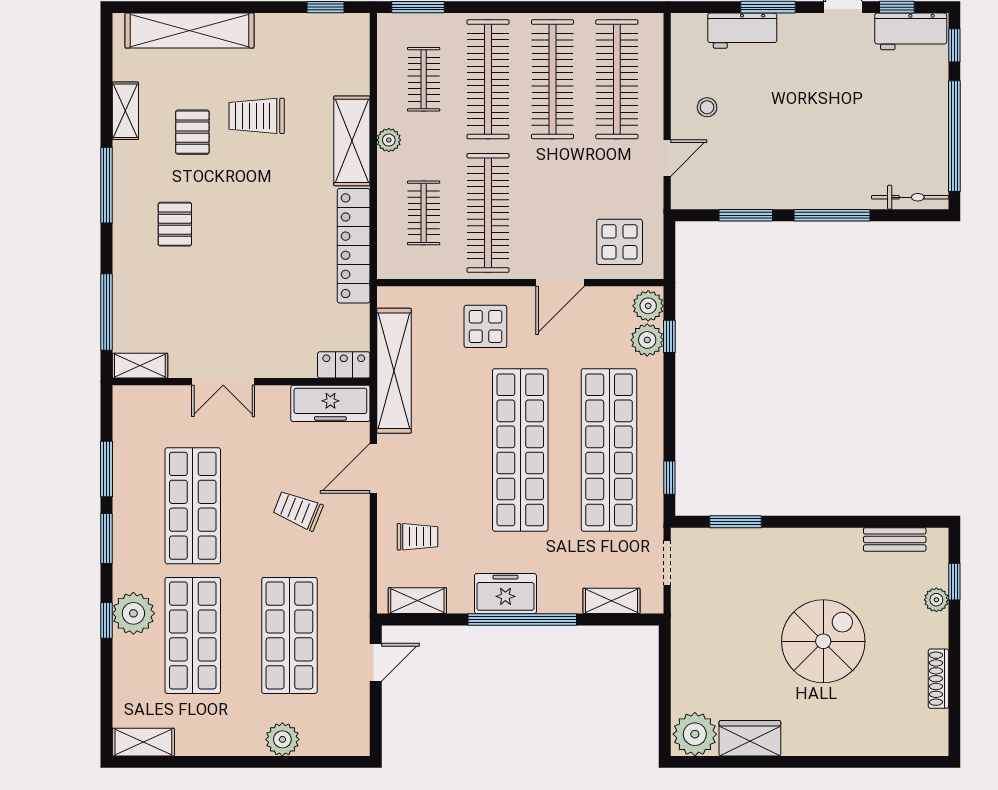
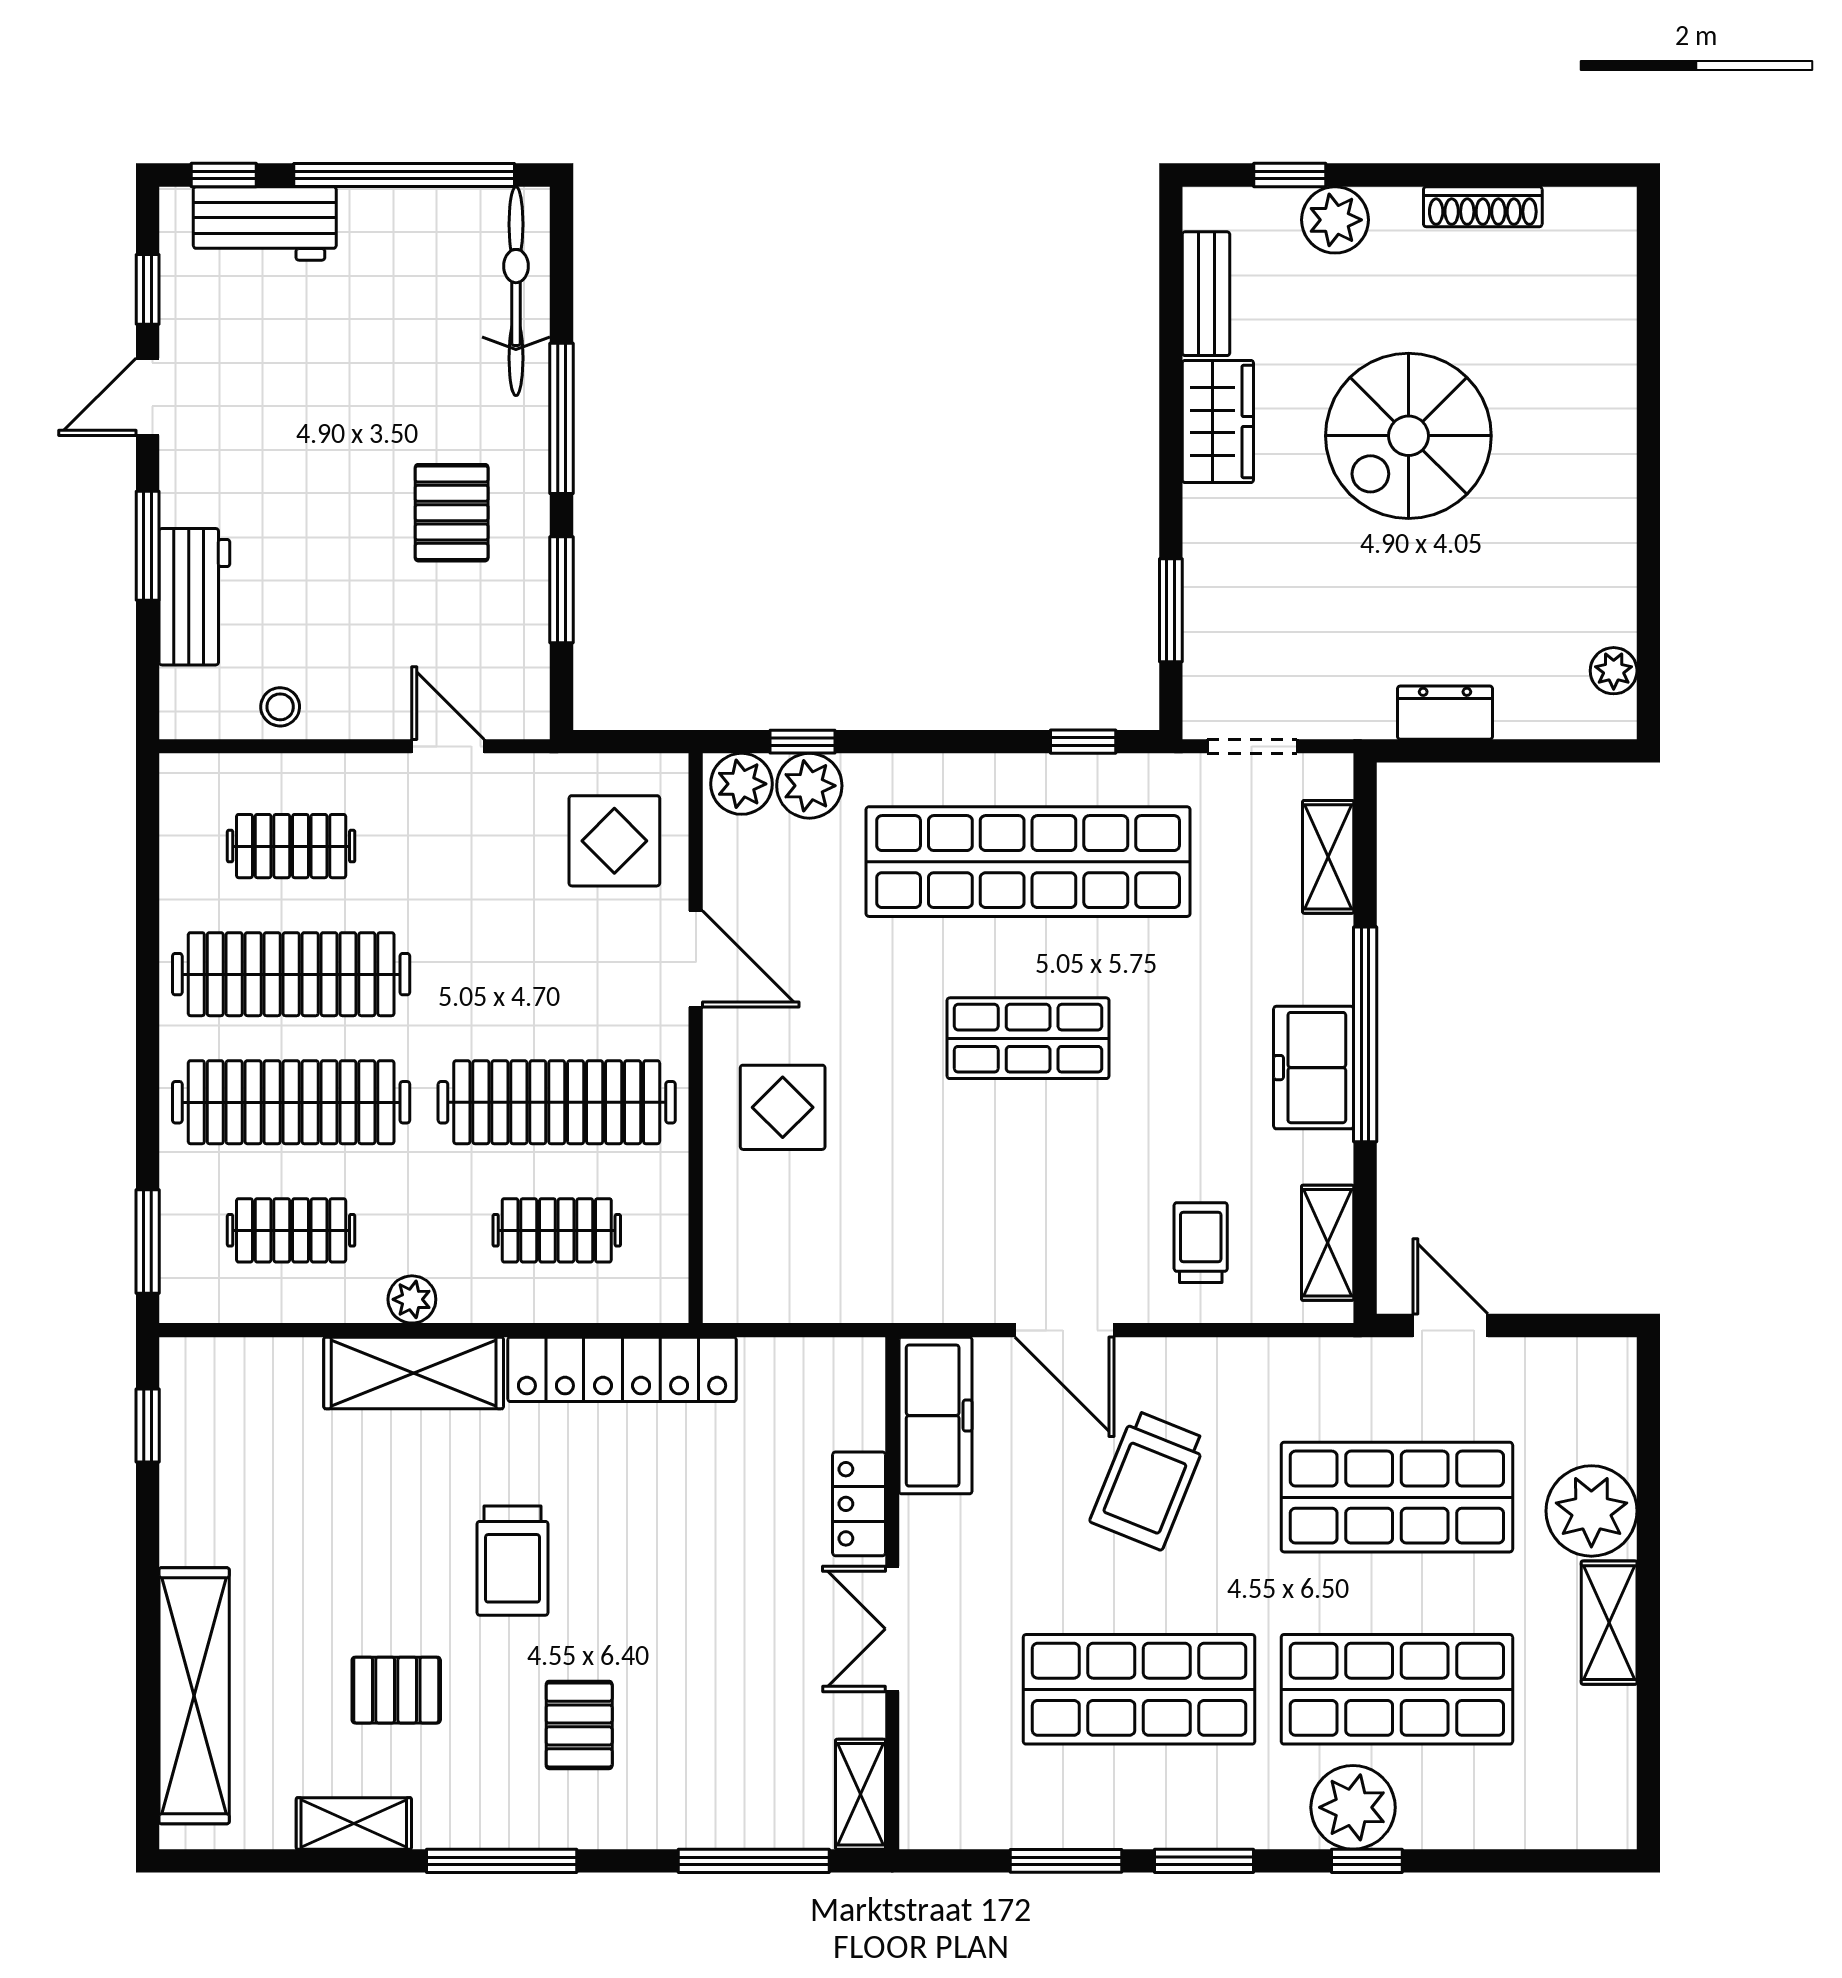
workbench: (911, 31) -> (265, 223), moved, turned 90
clothes rail: (617, 79) -> (291, 846), width x0.54, depth x0.76
stool: (707, 107) -> (280, 707), moved
trolley: (257, 116) -> (513, 1561), moved
pallet: (785, 160) -> (452, 513), added
bicycle: (910, 197) -> (516, 291), width x1.37, depth x1.40
pallet: (175, 224) -> (579, 1725), turned 90
locker: (344, 365) -> (859, 1504), moved
shelving: (394, 371) -> (871, 1289), removed
double door: (223, 382) -> (892, 1629), swing flipped
shop shelf: (520, 450) -> (1028, 1038), width x0.50, depth x0.74
trolley: (298, 510) -> (1148, 1480), width x1.36, depth x1.39
plant: (936, 600) -> (1335, 220), width x1.38, depth x1.38
spiral stairs: (823, 641) -> (1408, 436), turned -90
dresser: (684, 660) -> (1445, 713), added
plant: (695, 734) -> (1614, 671), width x0.53, depth x0.53
wardrobe: (750, 738) -> (1218, 421), moved, turned 180
plant: (282, 739) -> (1591, 1511), width x1.36, depth x1.36
shelving: (143, 742) -> (1609, 1623), moved

